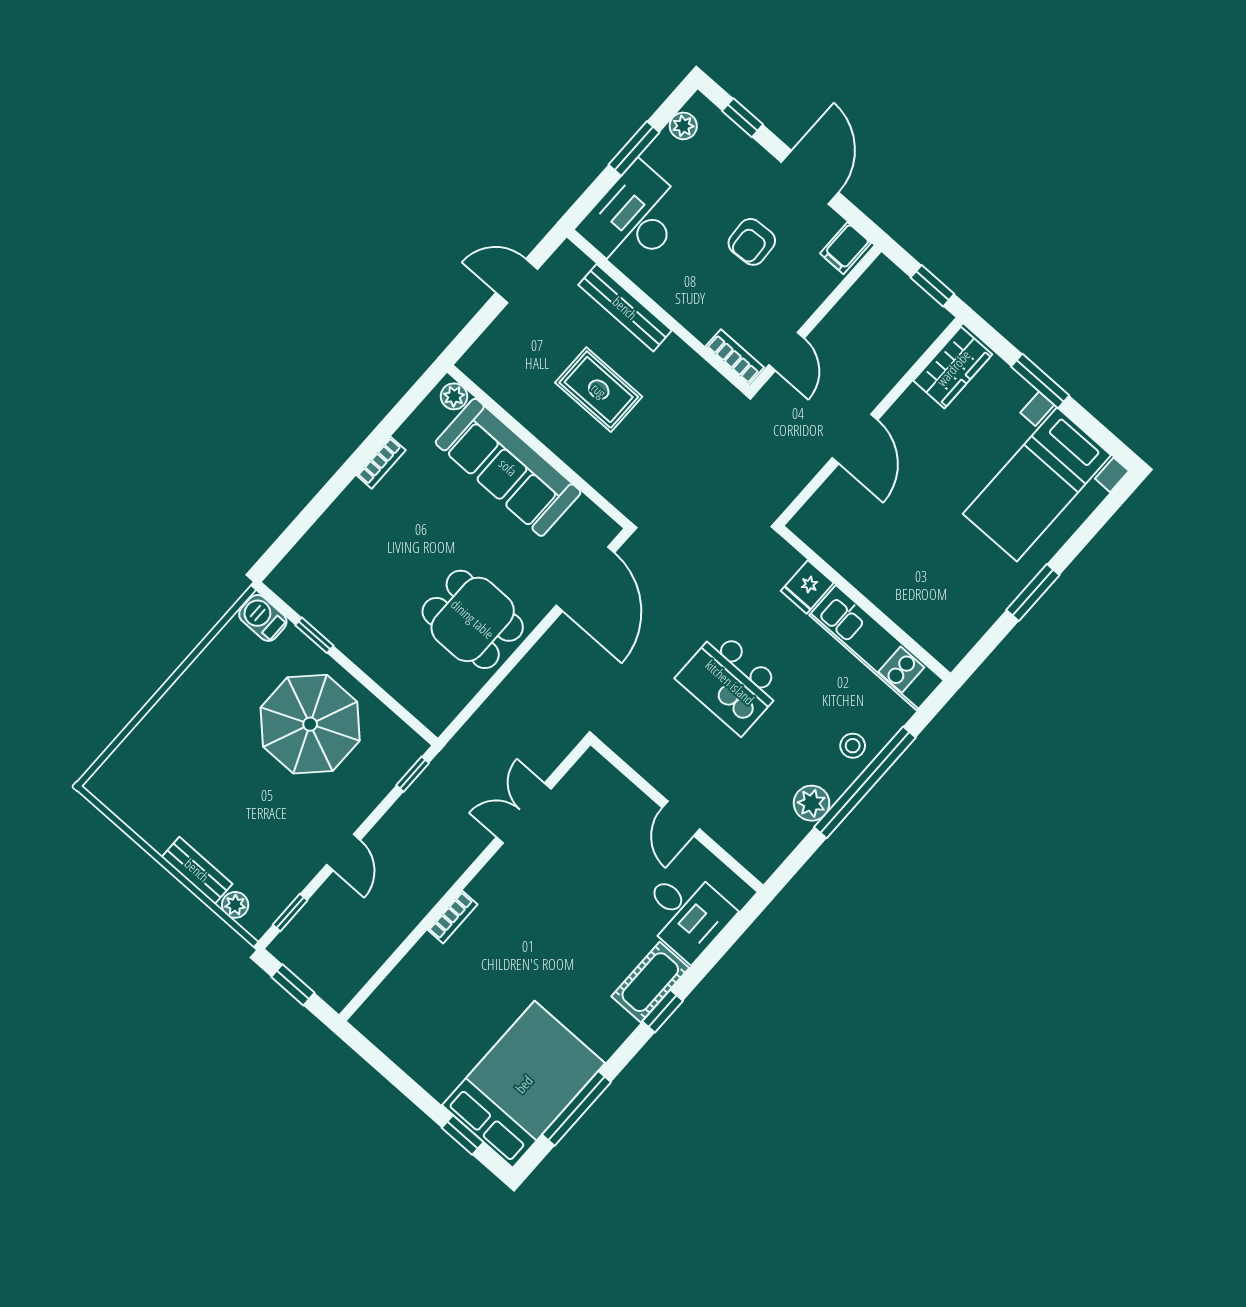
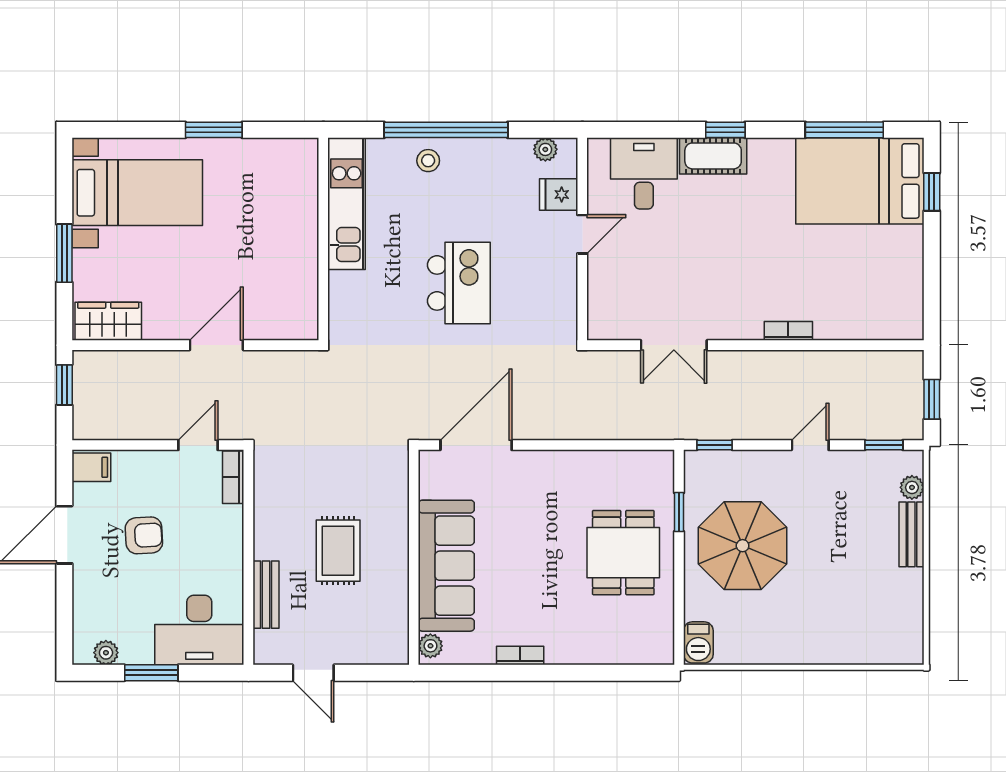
window: (743, 118) -> (64, 617), removed
bench: (625, 308) -> (266, 595), width x0.73
fridge: (807, 587) -> (559, 194), moved, turned 180
dining table: (473, 619) -> (623, 553), moved
window: (314, 635) -> (679, 512), moved
plant: (812, 803) -> (545, 149), moved, width x0.73, depth x0.73

